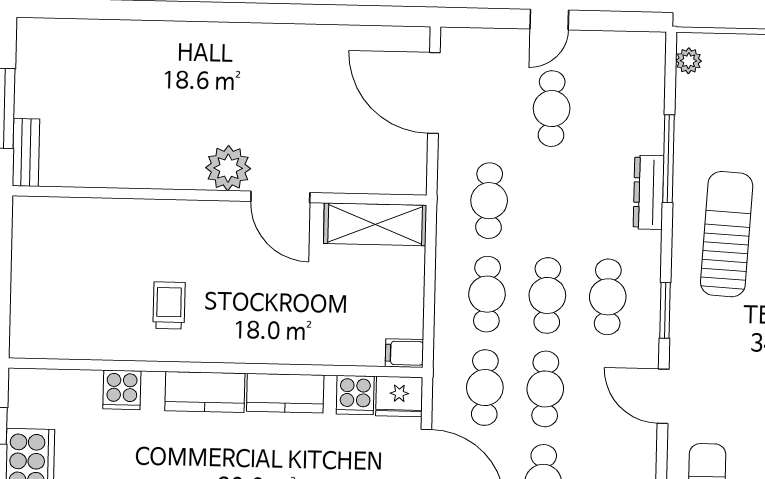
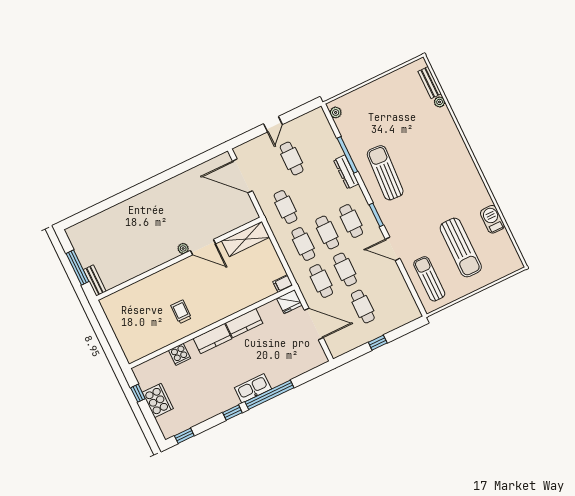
plant: (228, 168) -> (183, 248), width x0.53, depth x0.53
cooker: (355, 395) -> (272, 310), removed

